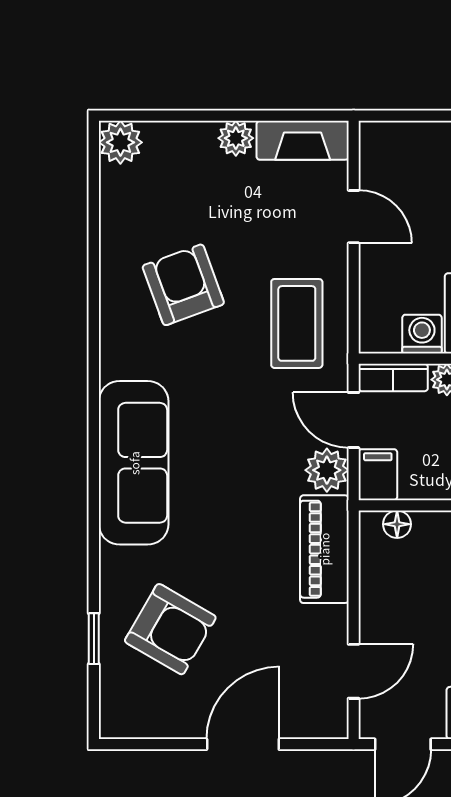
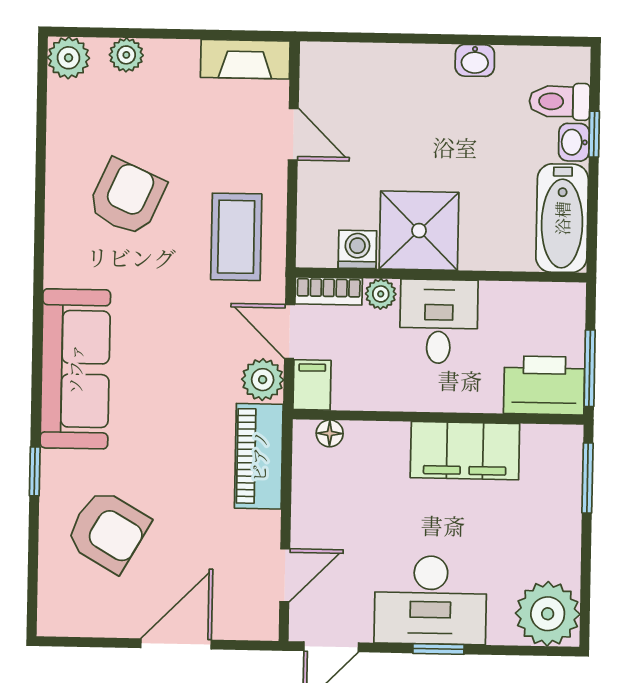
plant: (236, 138) -> (126, 55), moved
armchair: (183, 285) -> (127, 197), turned 44
window: (94, 639) -> (35, 471), moved

